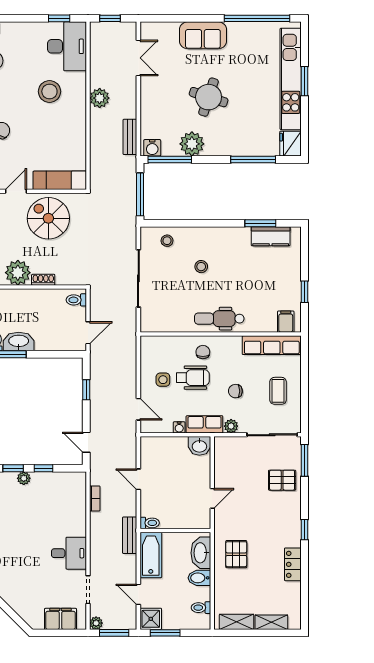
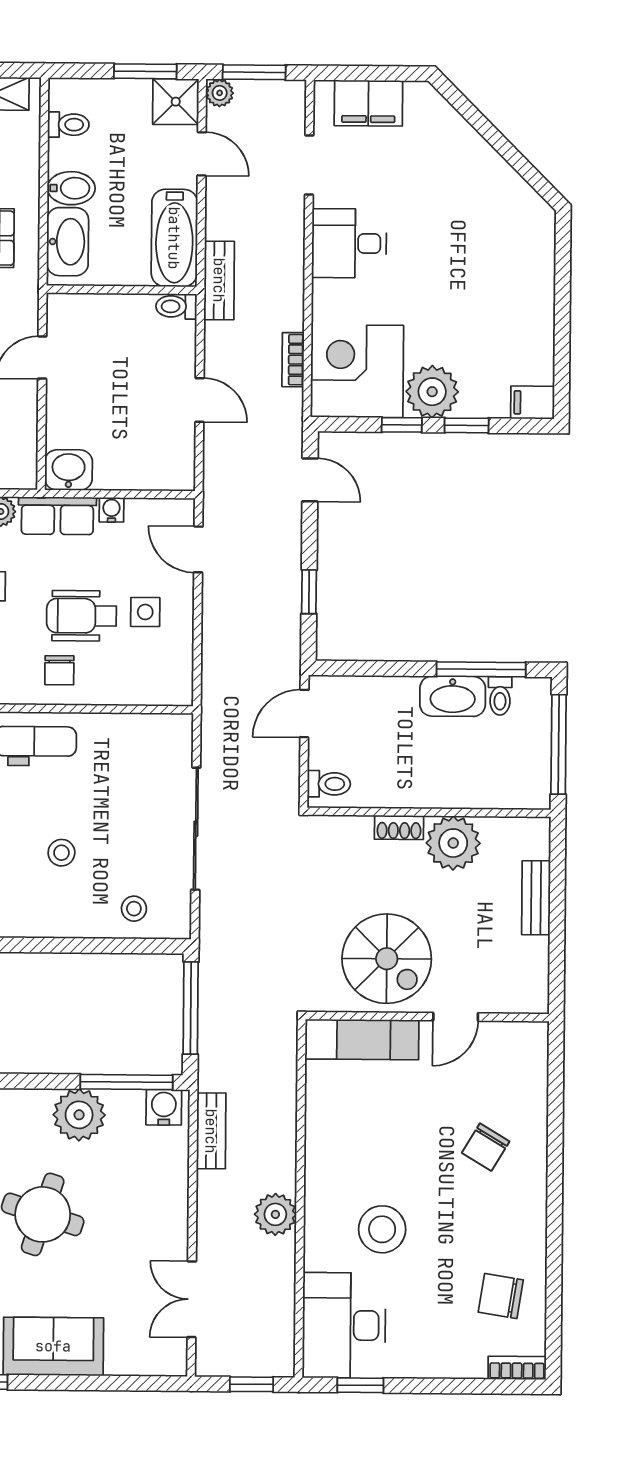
plant: (24, 478) -> (432, 392), width x1.87, depth x1.87
corner desk: (65, 493) -> (357, 371), added
plant: (96, 623) -> (220, 93), moved

